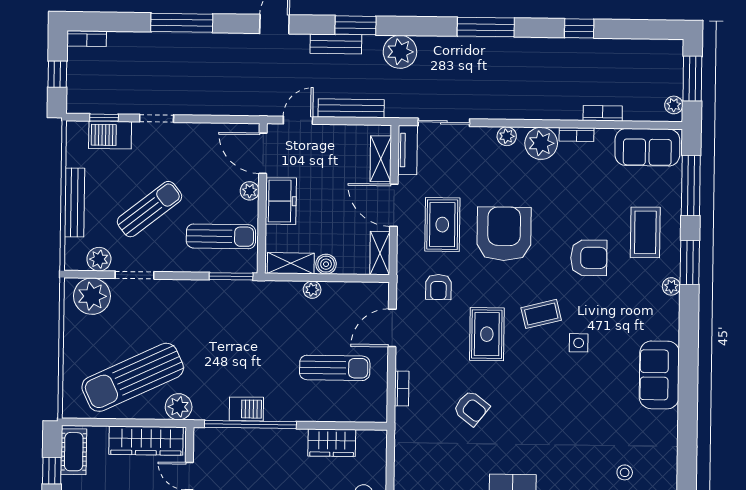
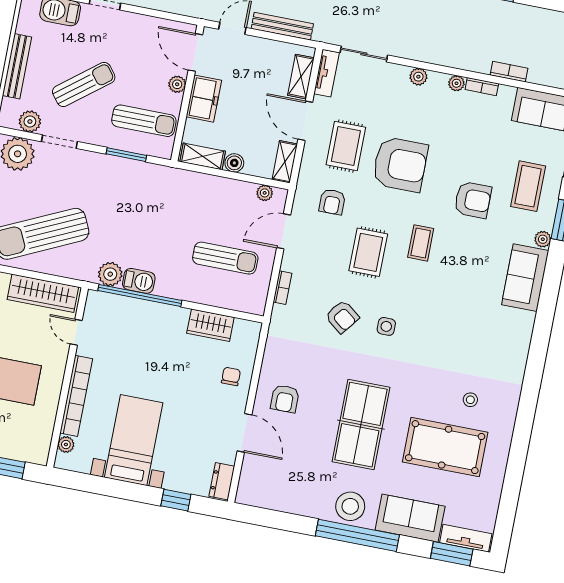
plant: (541, 143) -> (456, 83), width x0.53, depth x0.53
armchair: (504, 234) -> (400, 164), turned 90
window: (231, 276) -> (126, 155), moved
plant: (312, 290) -> (265, 193), moved
coffee table: (541, 314) -> (421, 243), turned -76
side table: (579, 343) -> (386, 326), moved
sofa: (659, 375) -> (525, 278), moved
plant: (179, 407) -> (110, 274), moved

